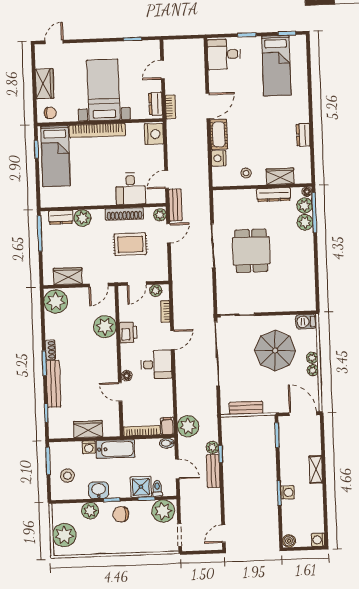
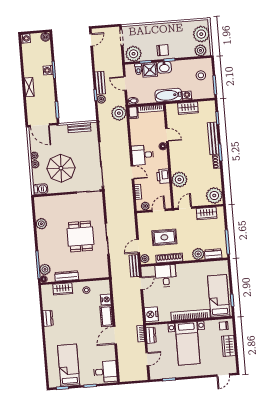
plant: (305, 222) -> (41, 224), moved
door: (172, 340) -> (132, 172), swing flipped
washbasin: (99, 490) -> (164, 67), moved
plant: (90, 511) -> (200, 50), moved

